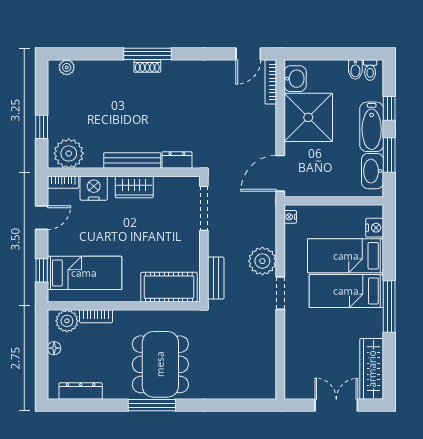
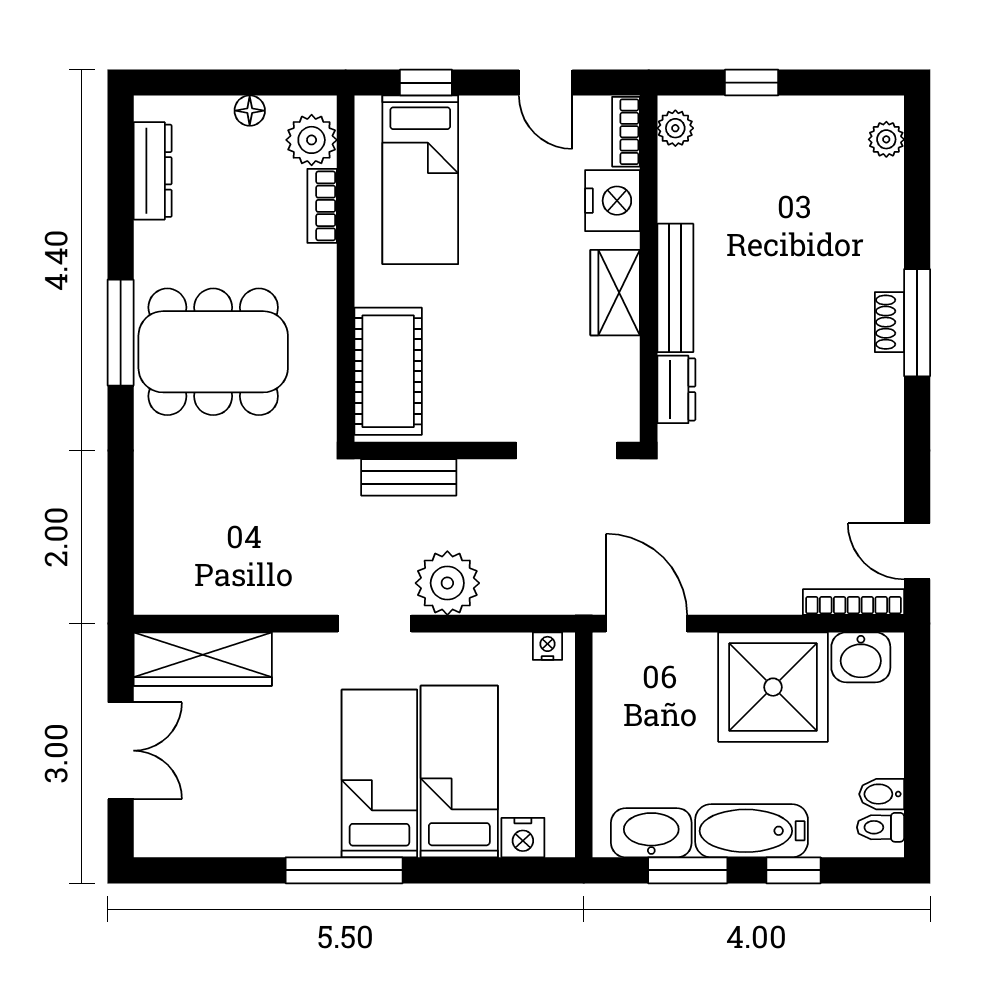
plant: (69, 153) -> (675, 128), width x0.53, depth x0.53
wardrobe: (372, 369) -> (203, 659), moved, turned 180

